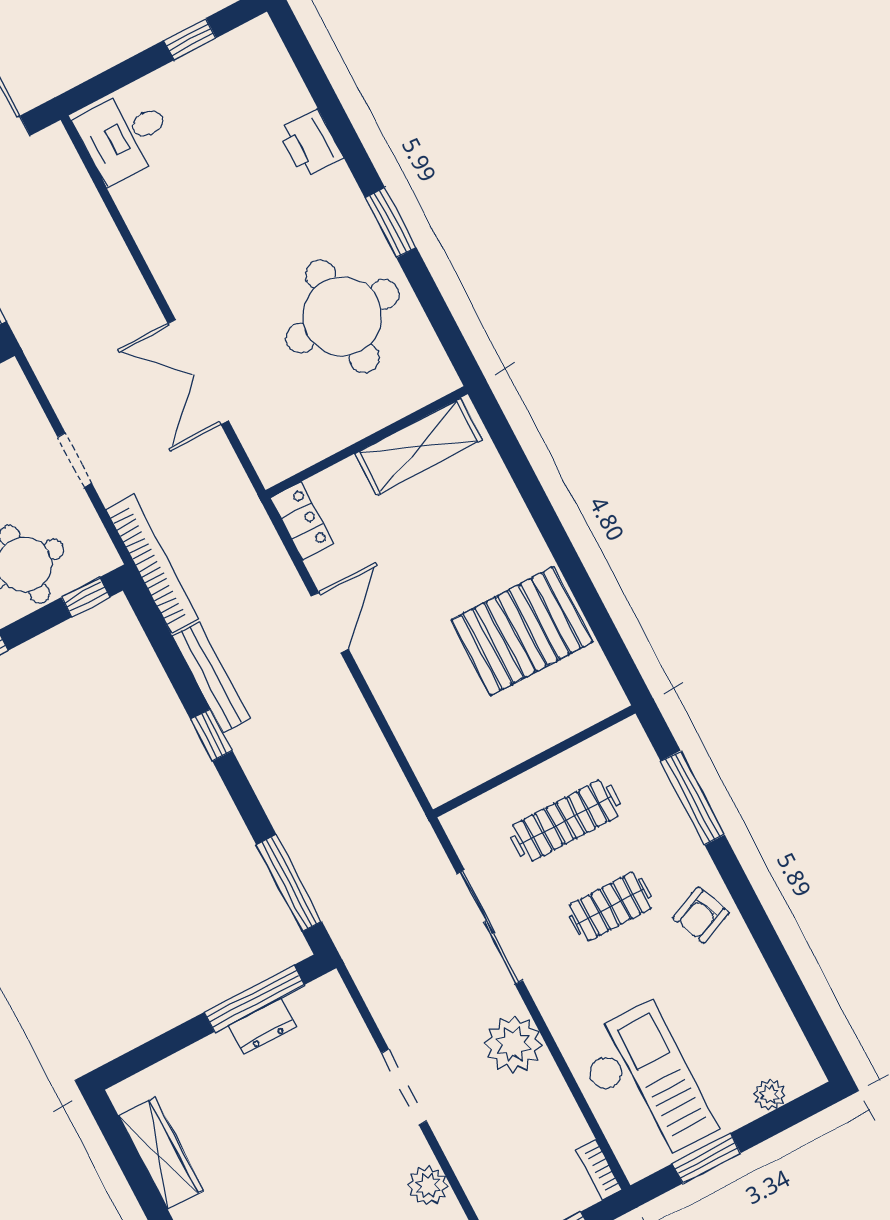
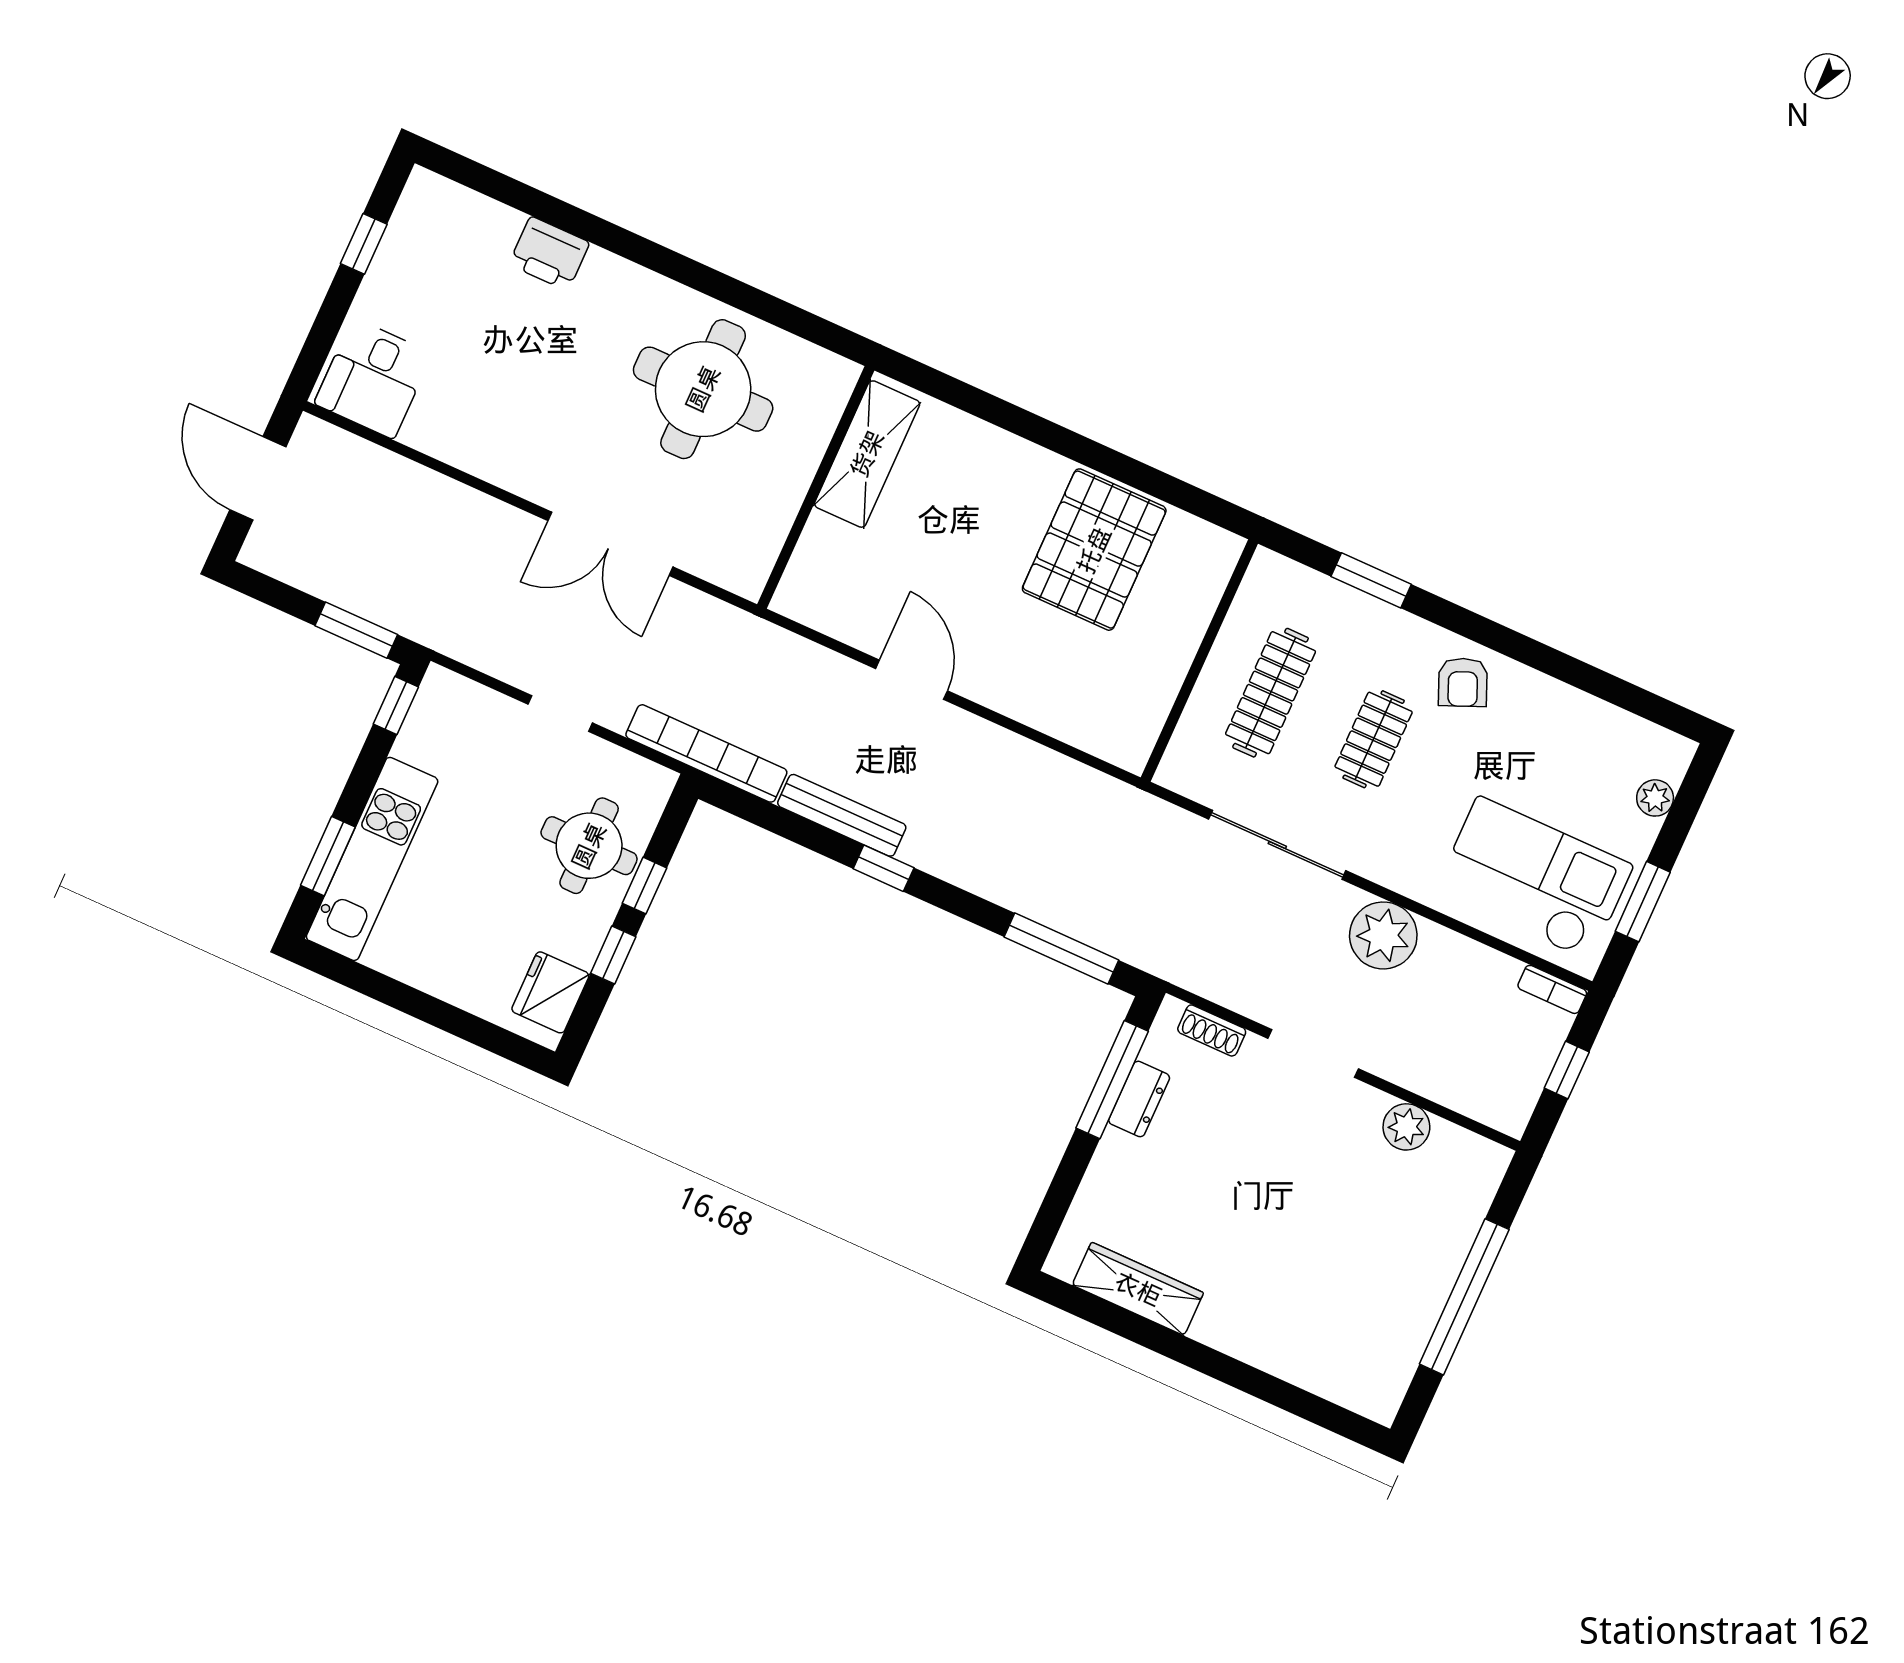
window: (391, 223) -> (680, 268), removed
locker: (302, 521) -> (813, 607), removed
window: (86, 597) -> (645, 886), moved
window: (693, 798) -> (1371, 580), width x0.69
shoe rack: (347, 1018) -> (1212, 1030), added

